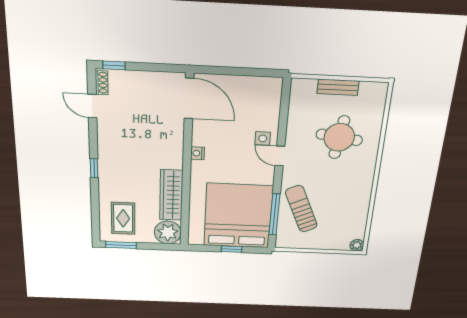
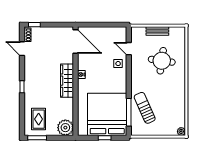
door: (280, 156) -> (129, 49), moved
wardrobe: (171, 195) -> (67, 81), moved

